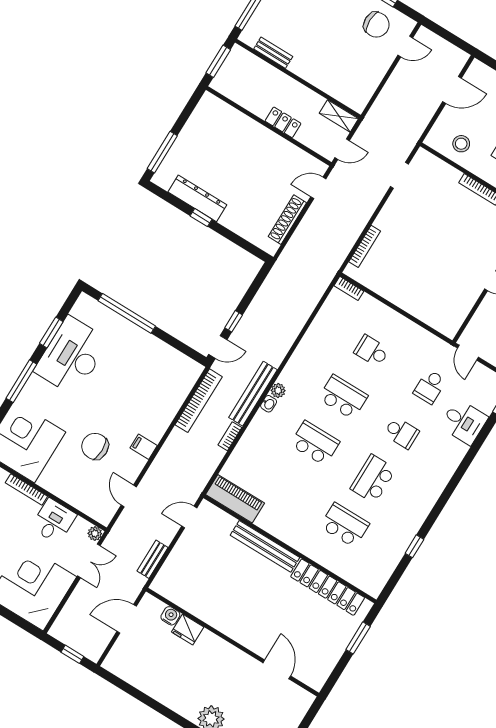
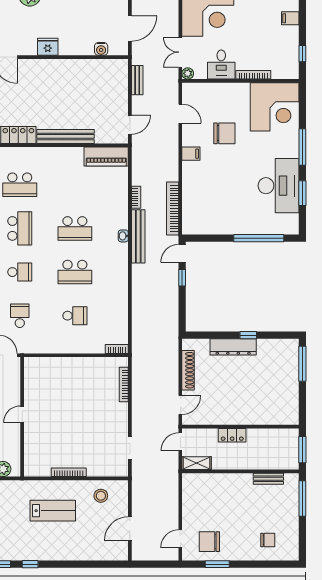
dresser: (197, 198) -> (233, 347), moved
plant: (278, 390) -> (122, 249), removed
school desk: (401, 433) -> (20, 272), turned 180
fridge: (188, 630) -> (48, 47), moved

